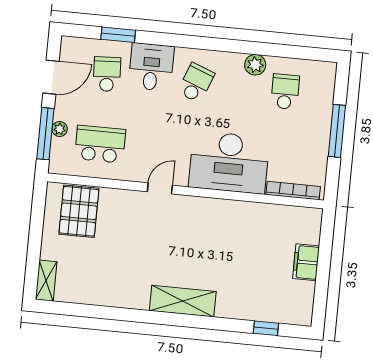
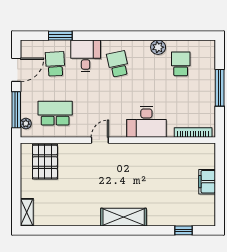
school desk: (196, 83) -> (118, 64), turned -33
plant: (60, 129) -> (26, 124), moved
desk: (229, 162) -> (146, 122), width x0.73, depth x0.77

